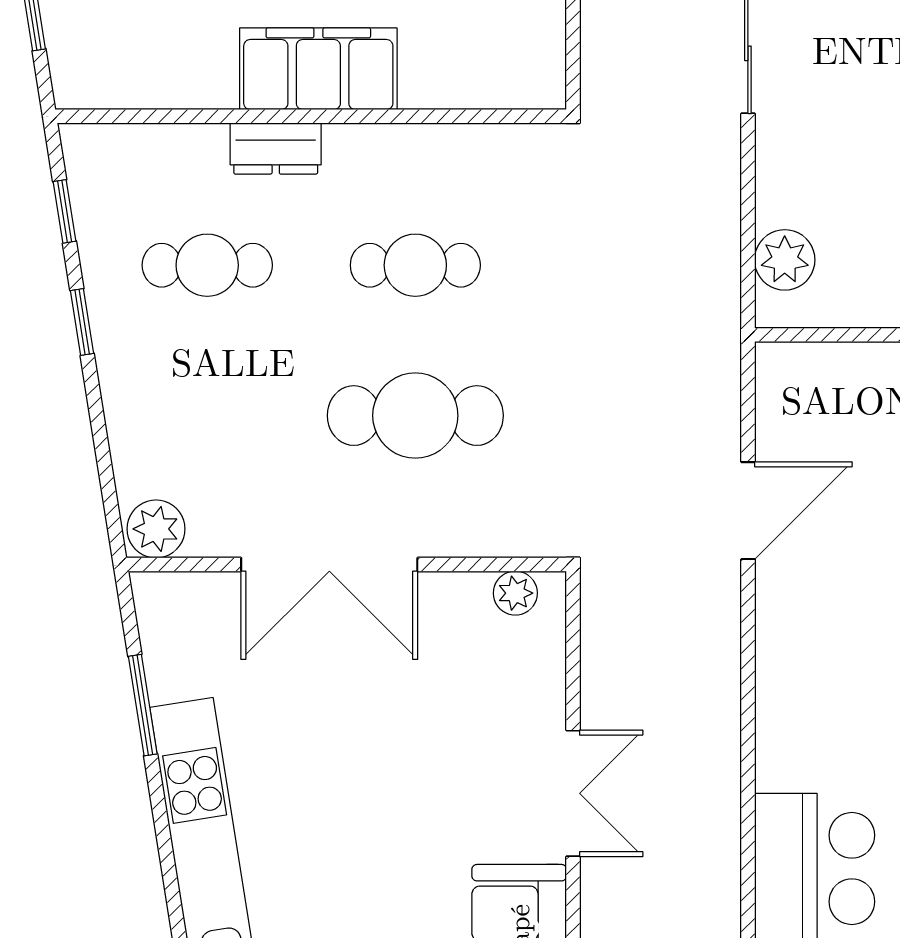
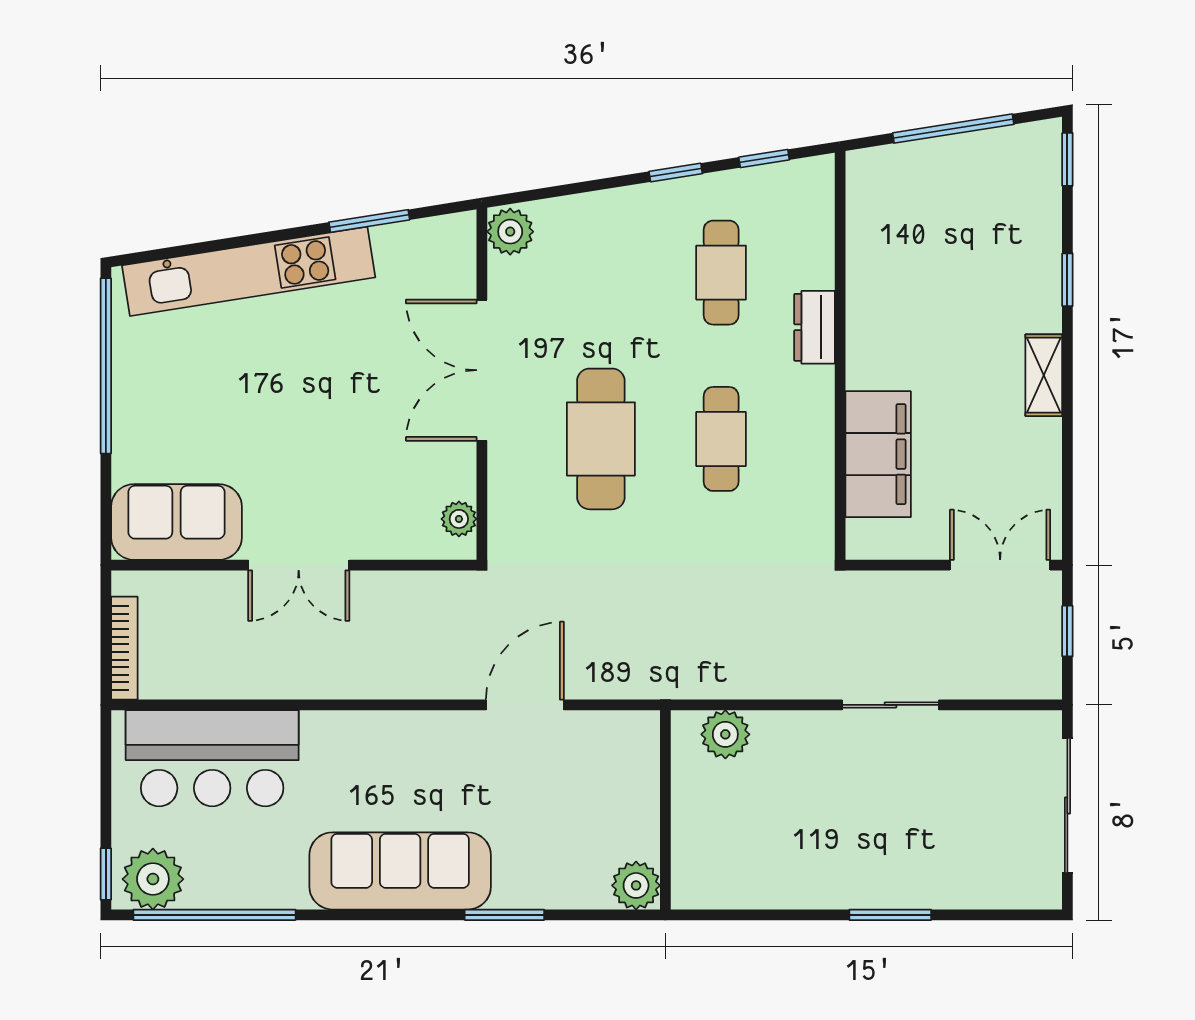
filing cabinet: (318, 69) -> (878, 454), moved
door: (748, 511) -> (525, 705), swing flipped

